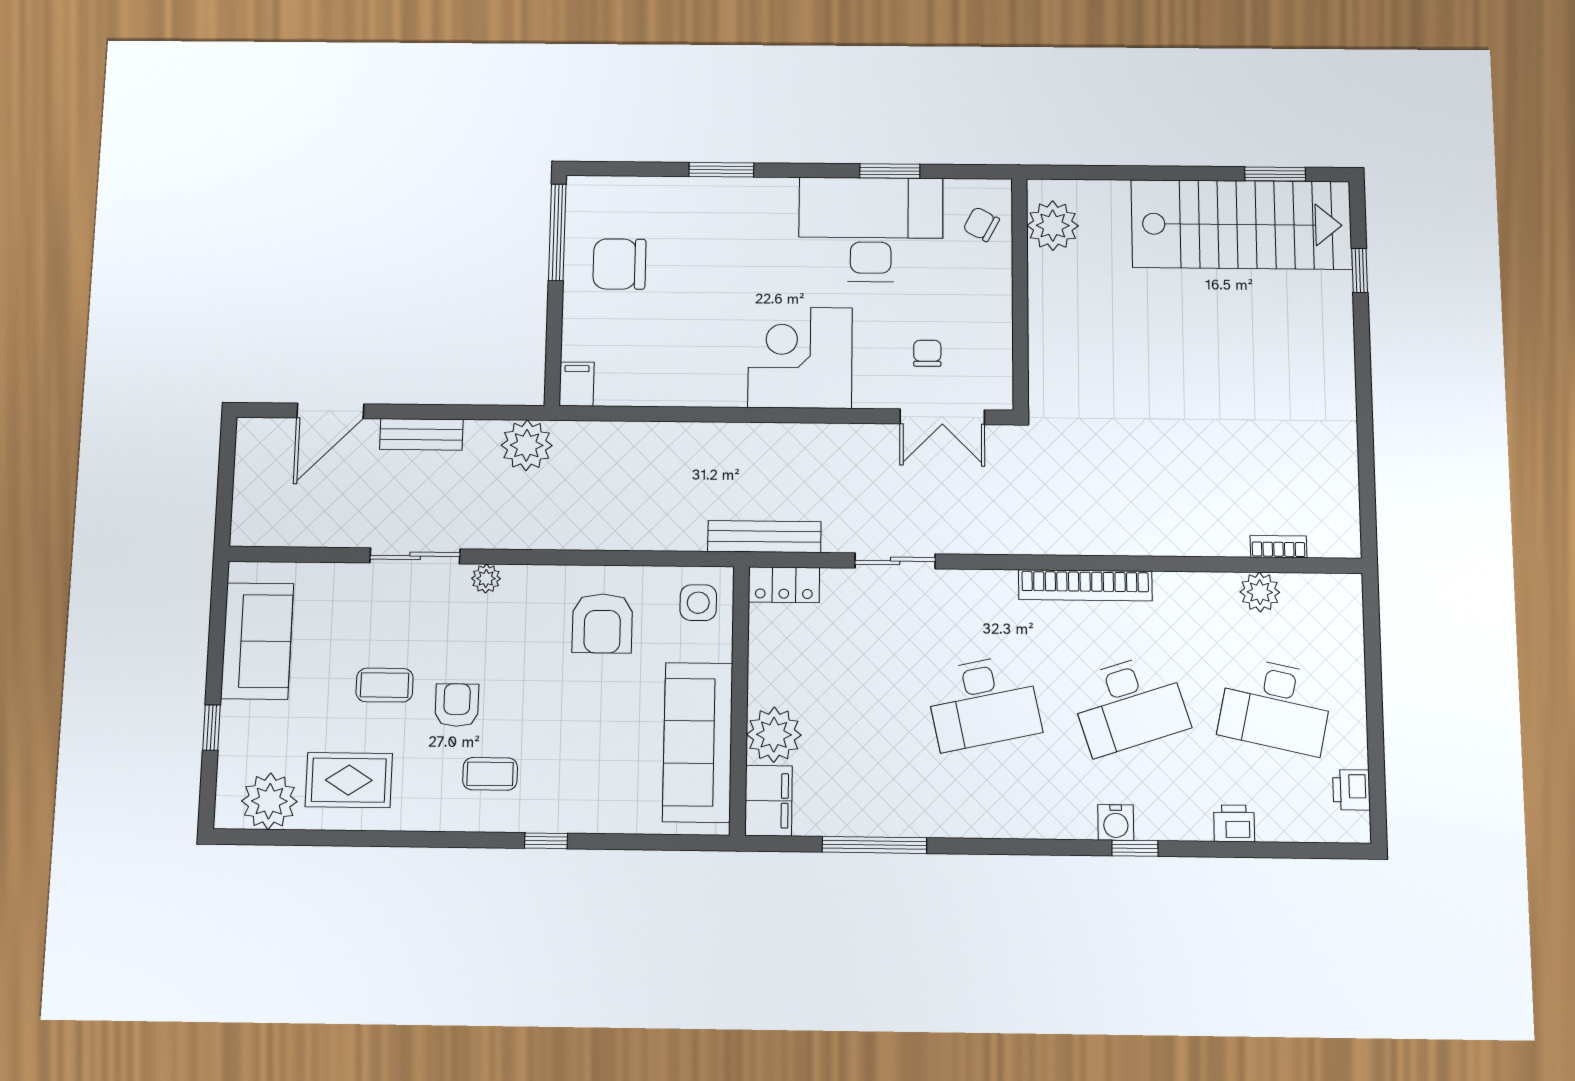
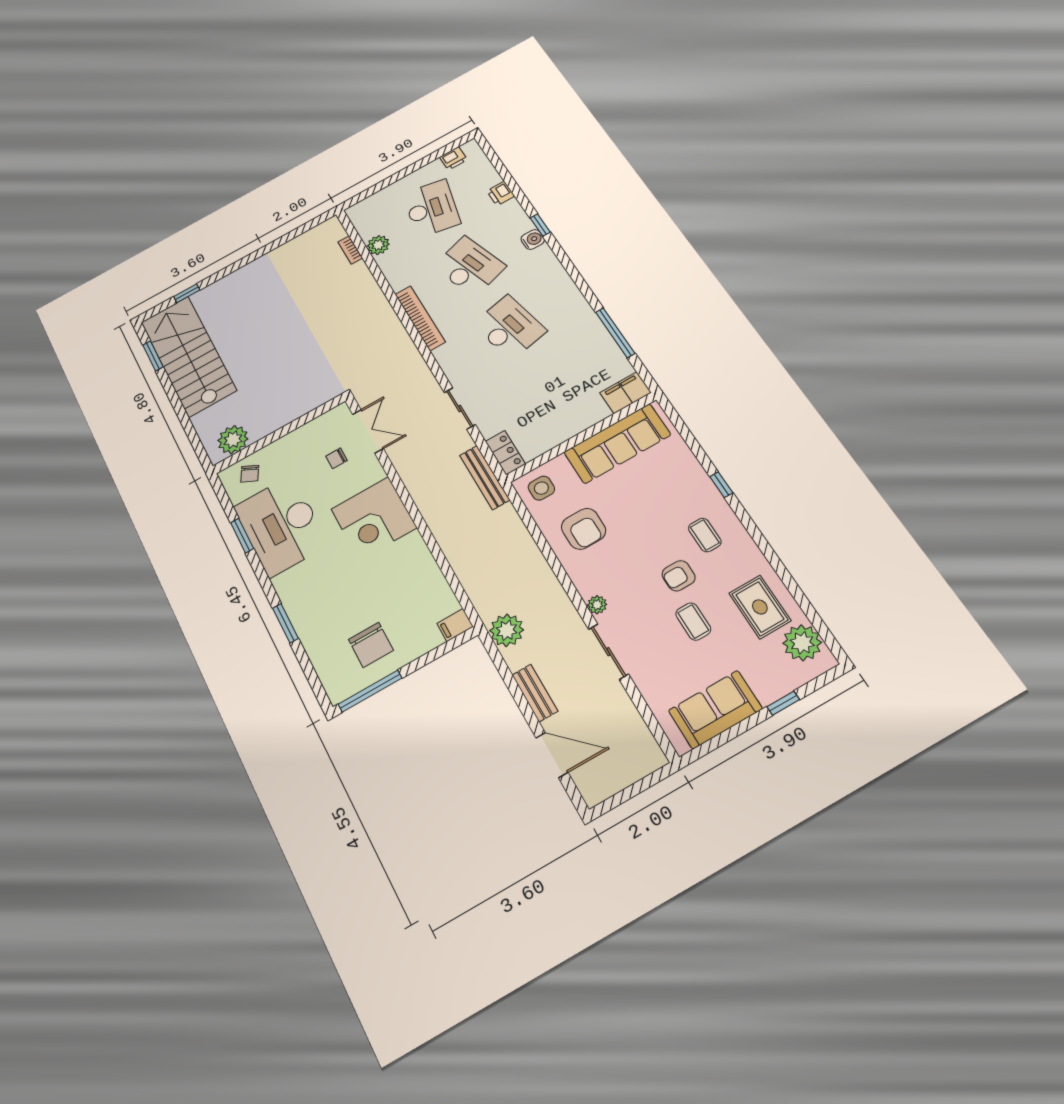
armchair: (602, 623) -> (583, 529), turned 90
plant: (774, 735) -> (589, 410), removed

